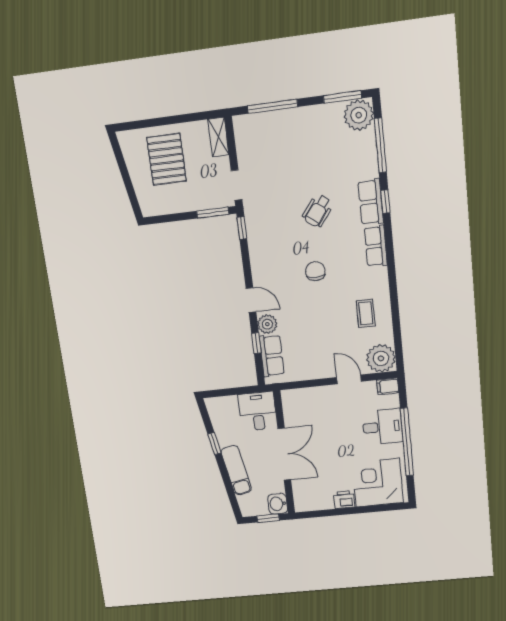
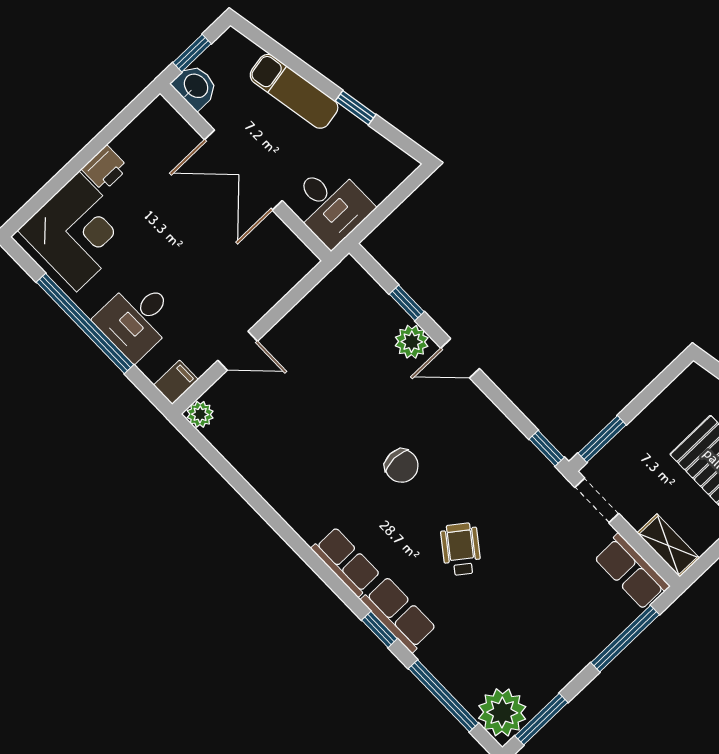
coffee table: (366, 313) -> (288, 461), removed
row of seats: (272, 356) -> (632, 572), moved
plant: (381, 358) -> (200, 414), width x0.53, depth x0.53

